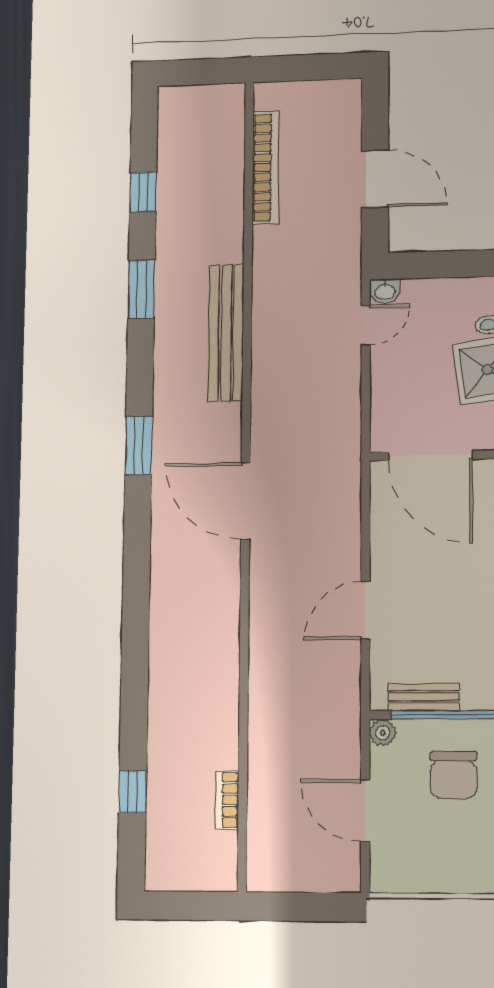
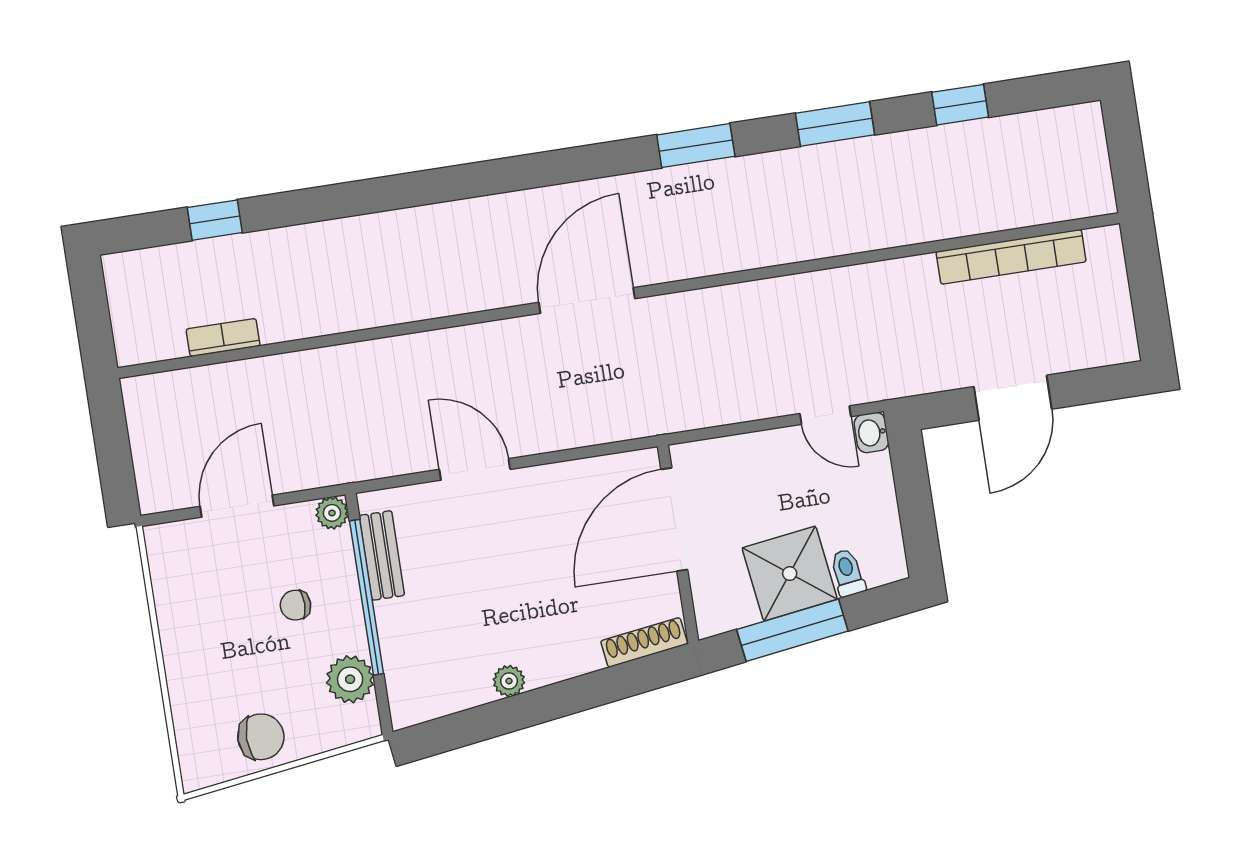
bench: (226, 333) -> (793, 241), removed
window: (139, 446) -> (696, 146), moved
chair: (454, 775) -> (295, 605), width x0.54, depth x0.54

